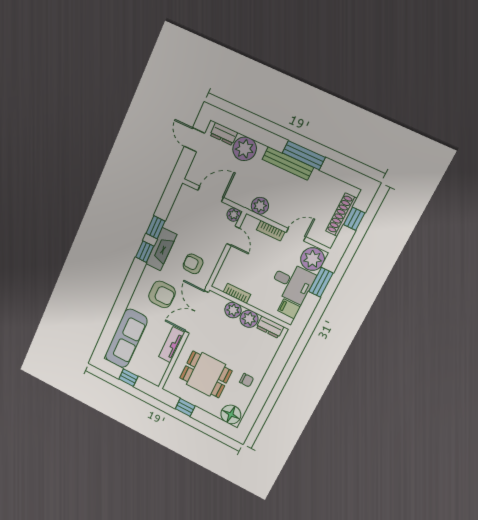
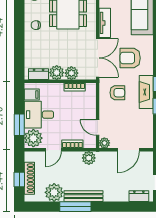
plant: (245, 149) -> (54, 192), moved

